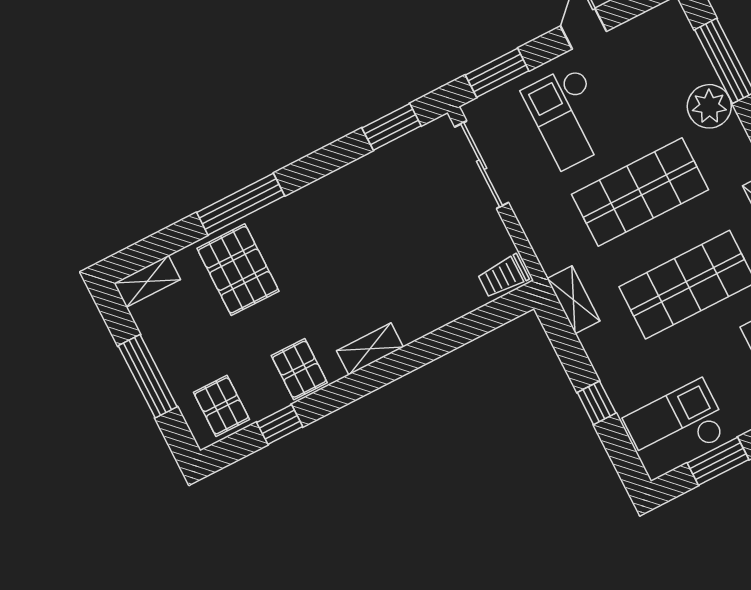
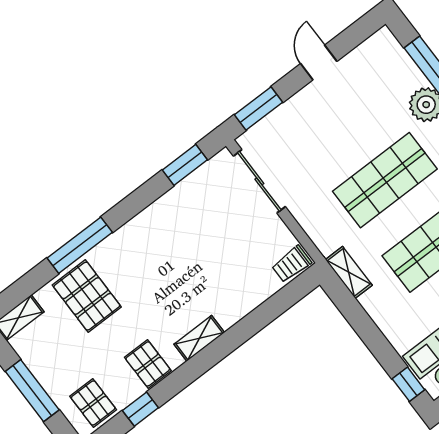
checkout: (569, 117) -> (320, 132), removed
window: (597, 403) -> (408, 384), moved

